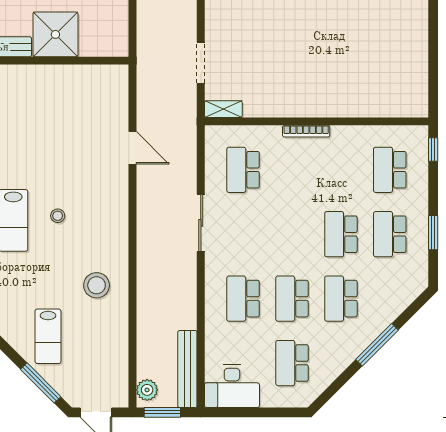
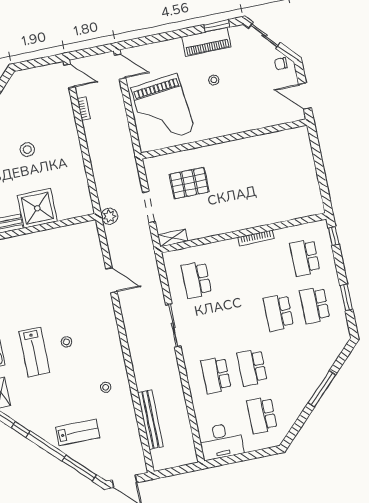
pallet: (259, 42) -> (189, 183), added
bookcase: (306, 131) -> (256, 238), moved
stool: (97, 285) -> (106, 387), width x0.53, depth x0.53
school desk: (341, 299) -> (288, 360), removed
lab bench: (48, 336) -> (78, 432), turned -90
bench: (187, 369) -> (150, 420), moved
plant: (147, 390) -> (109, 216), moved
window: (162, 412) -> (174, 471), removed

